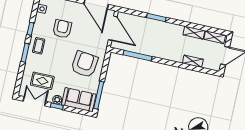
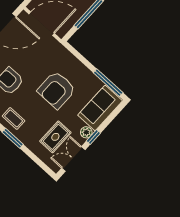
armchair: (85, 64) -> (56, 90), moved, turned -97

